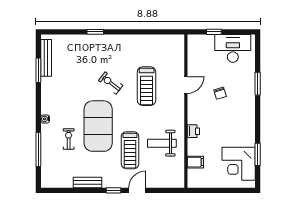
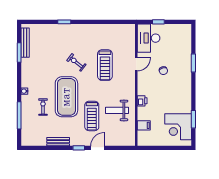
desk: (233, 48) -> (149, 38), moved, turned -90

